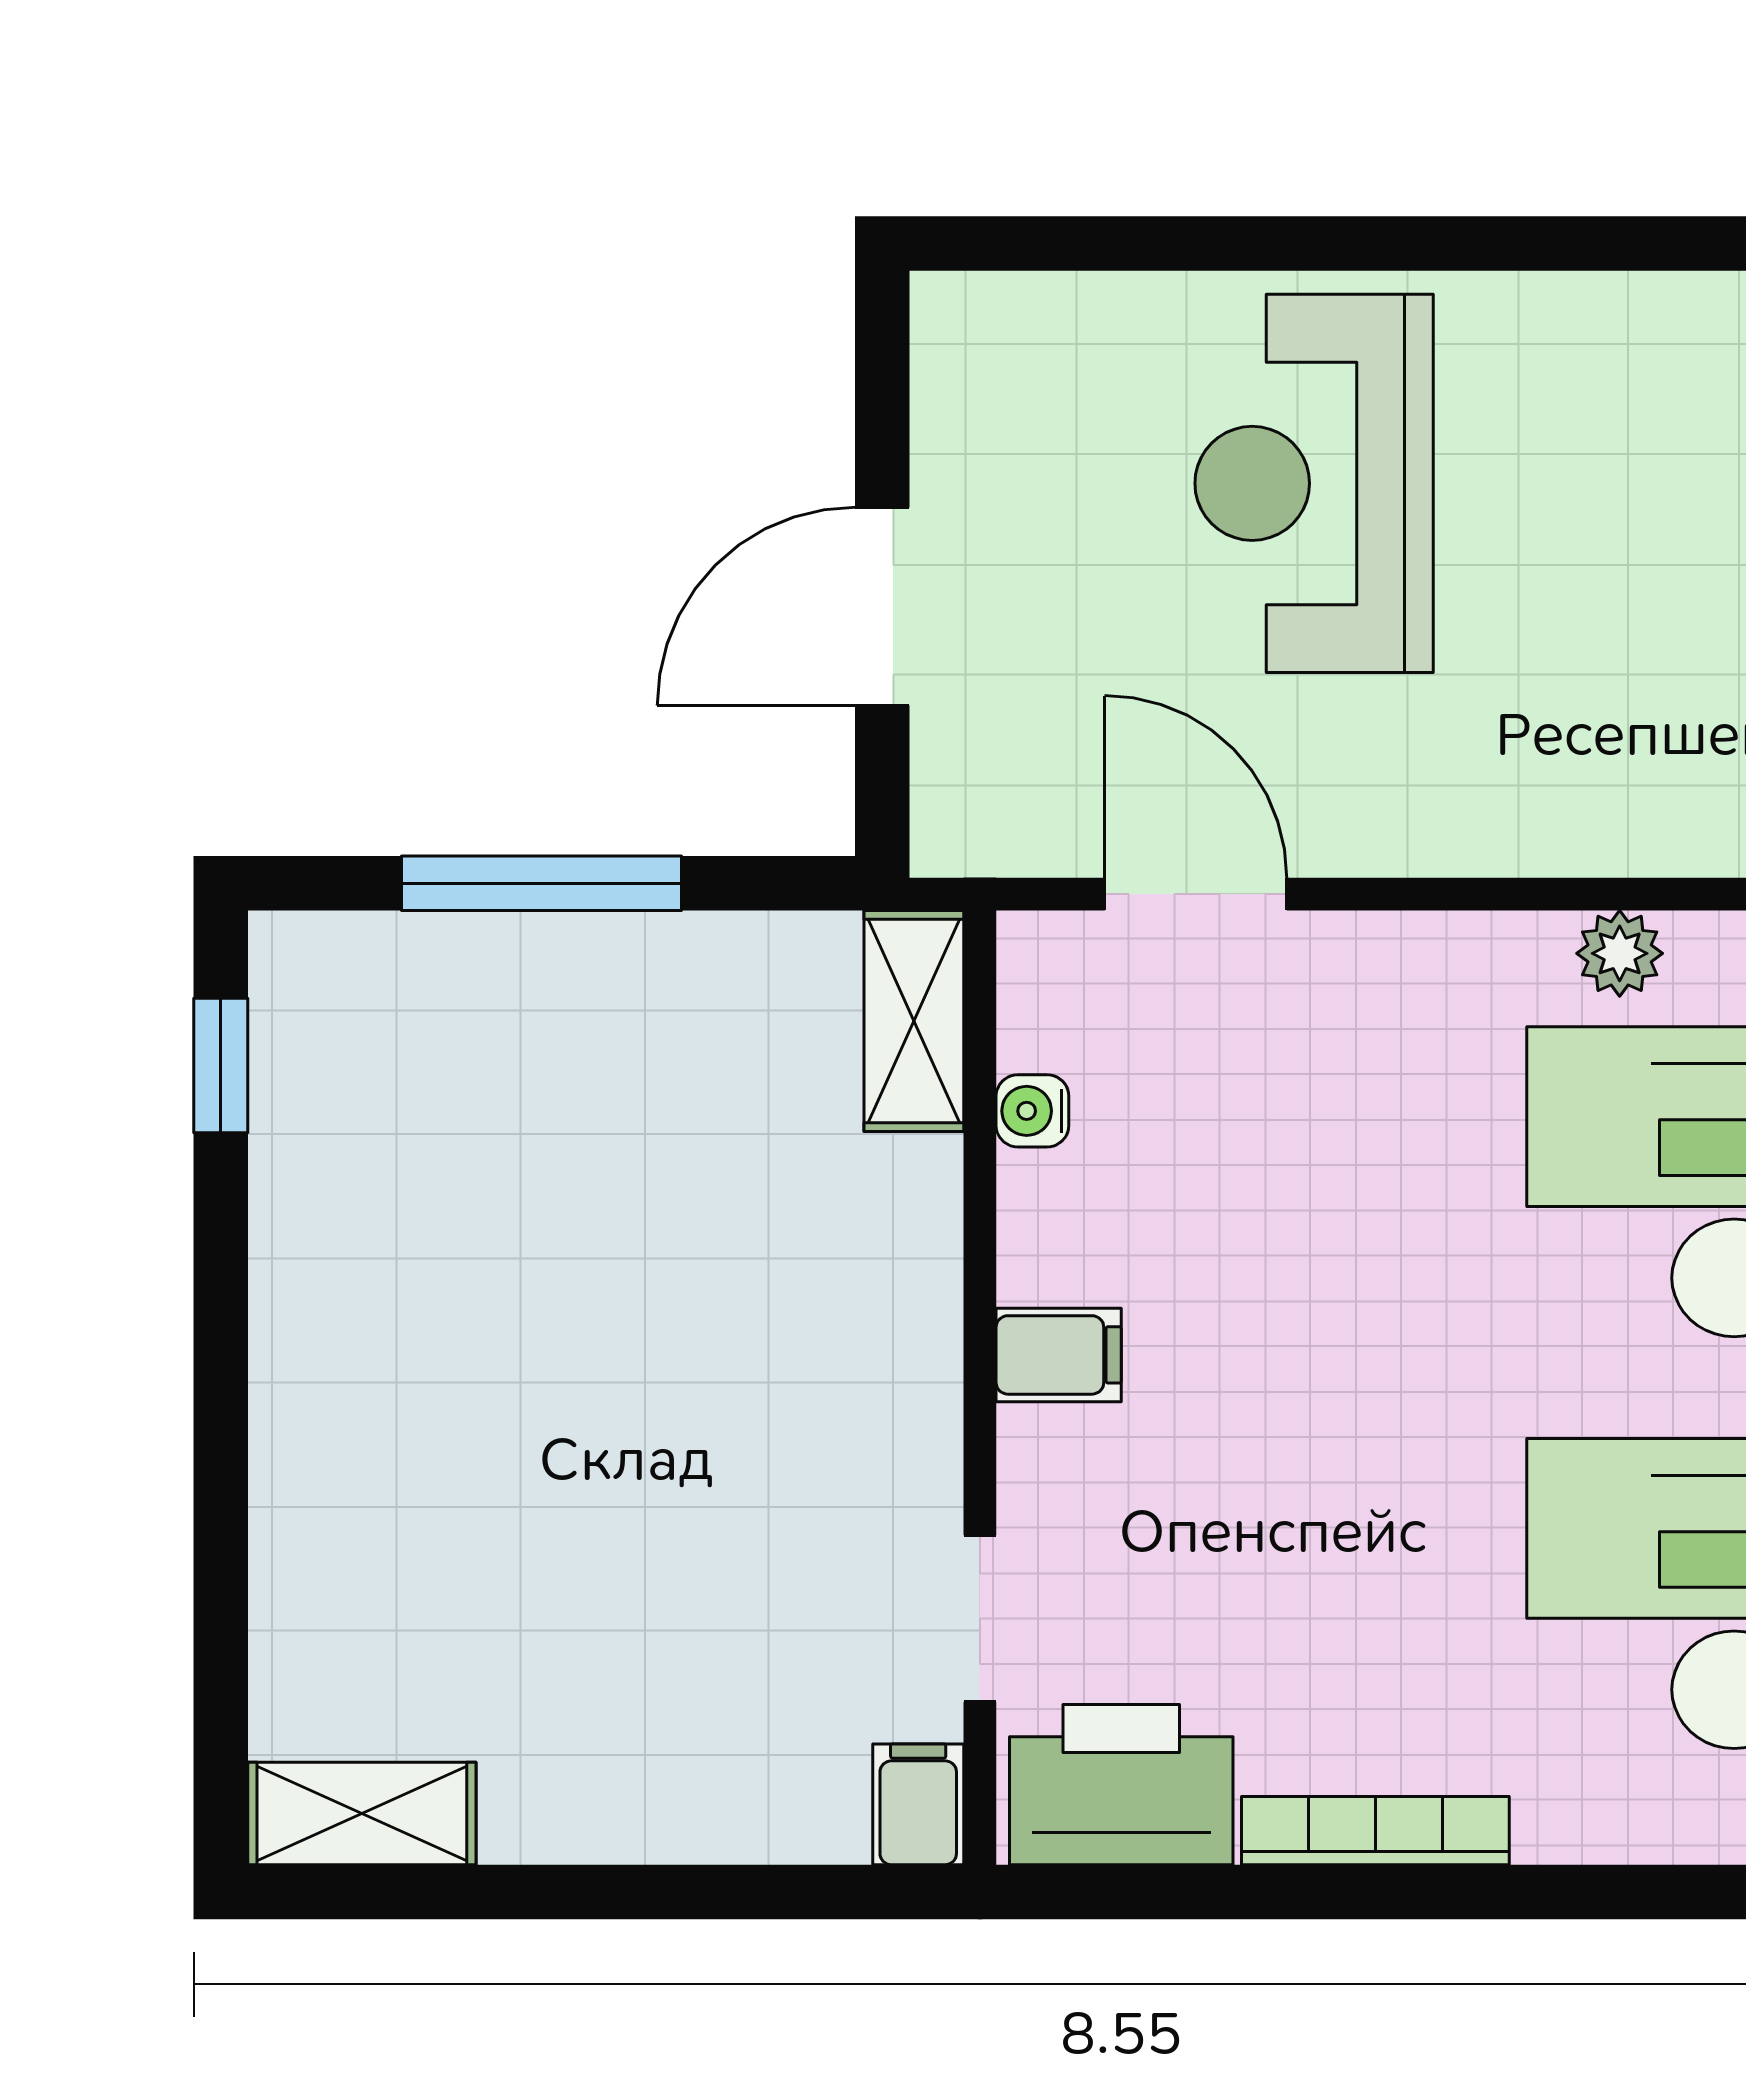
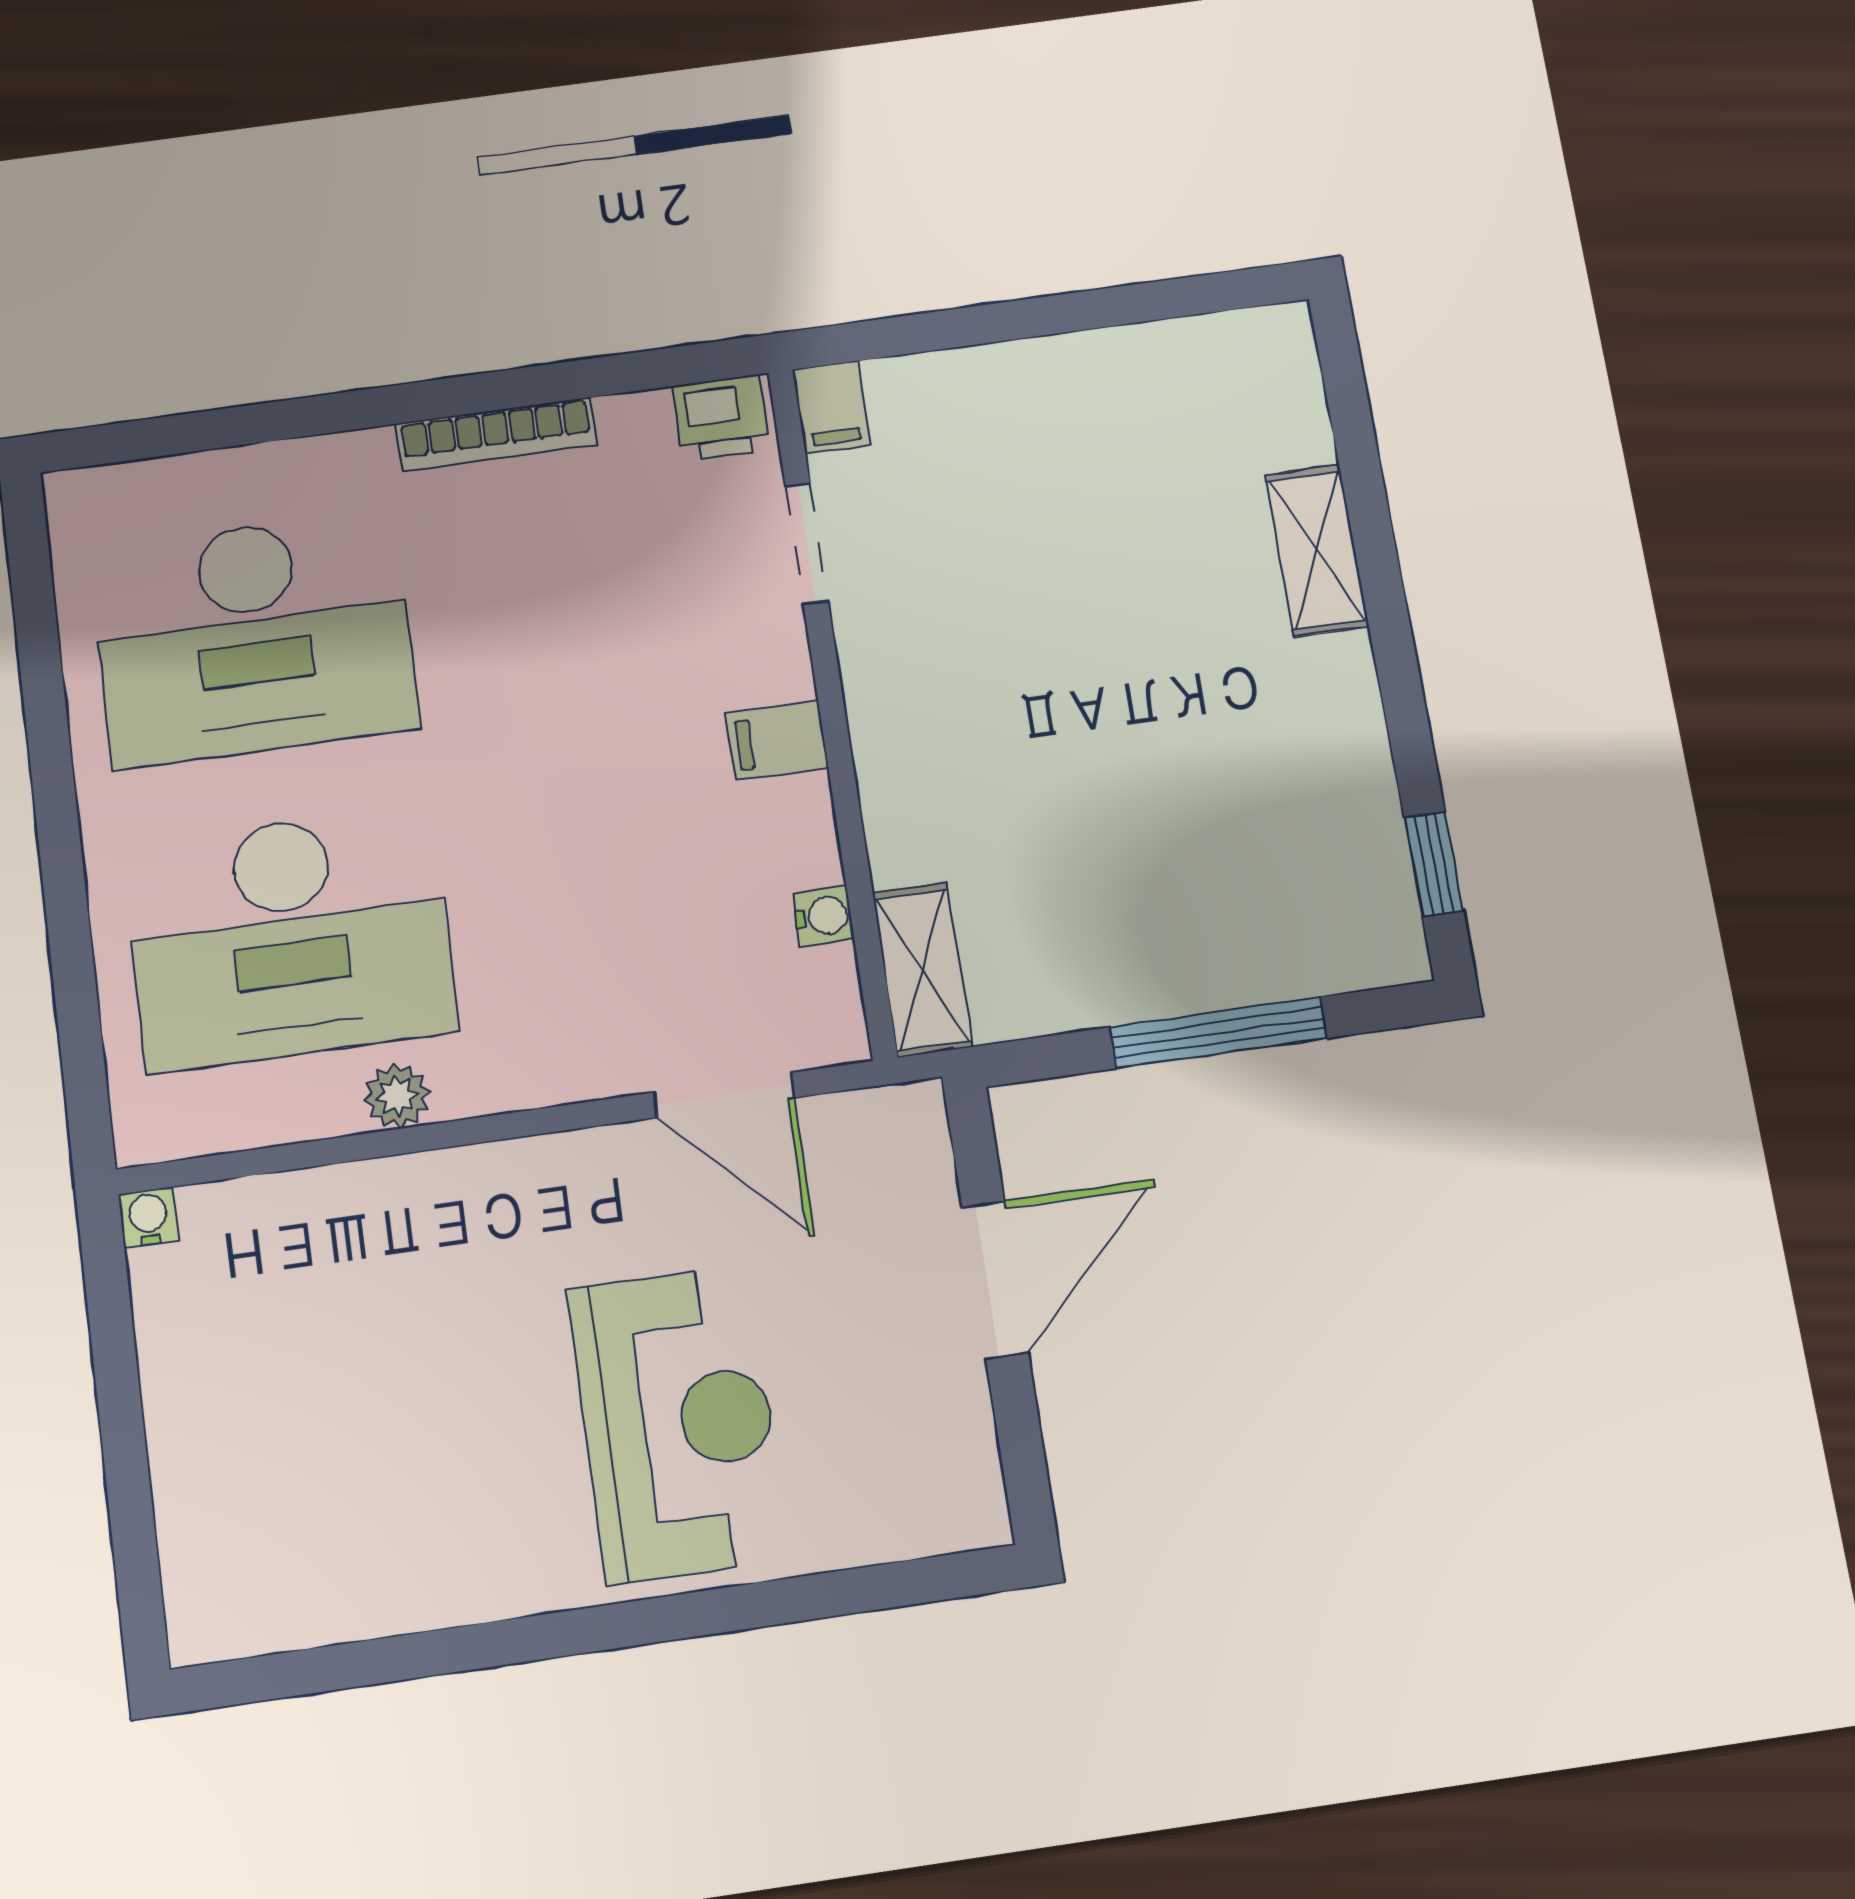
printer: (1121, 1785) -> (721, 418), width x0.53, depth x0.68
shelving: (362, 1814) -> (1317, 550), moved, turned 90

